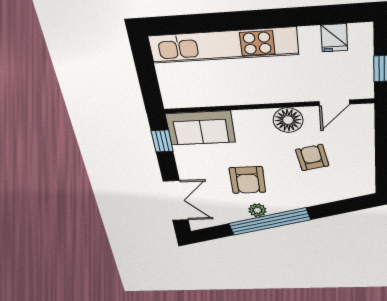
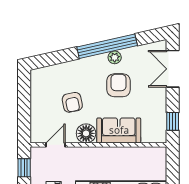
sofa: (200, 128) -> (119, 130), moved

